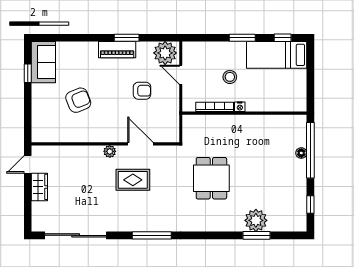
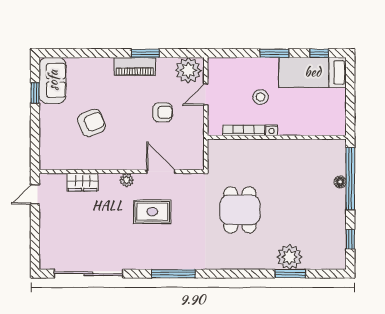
door: (181, 75) -> (206, 94), hinge flipped
wardrobe: (39, 187) -> (82, 182), moved, turned 90

